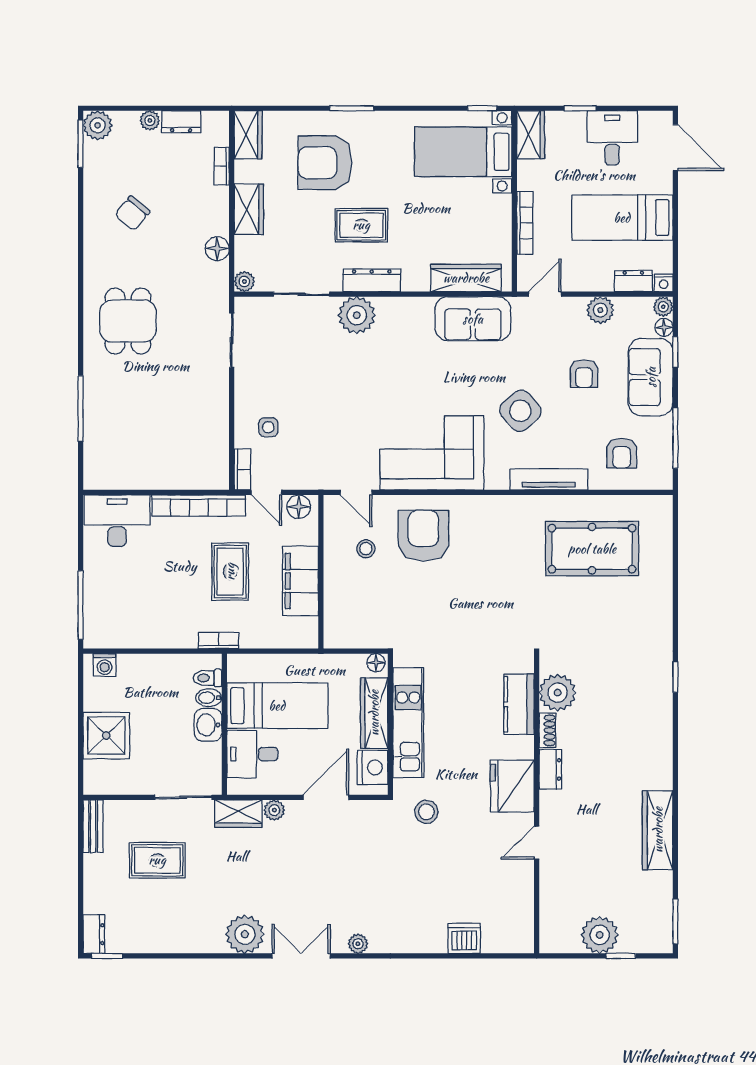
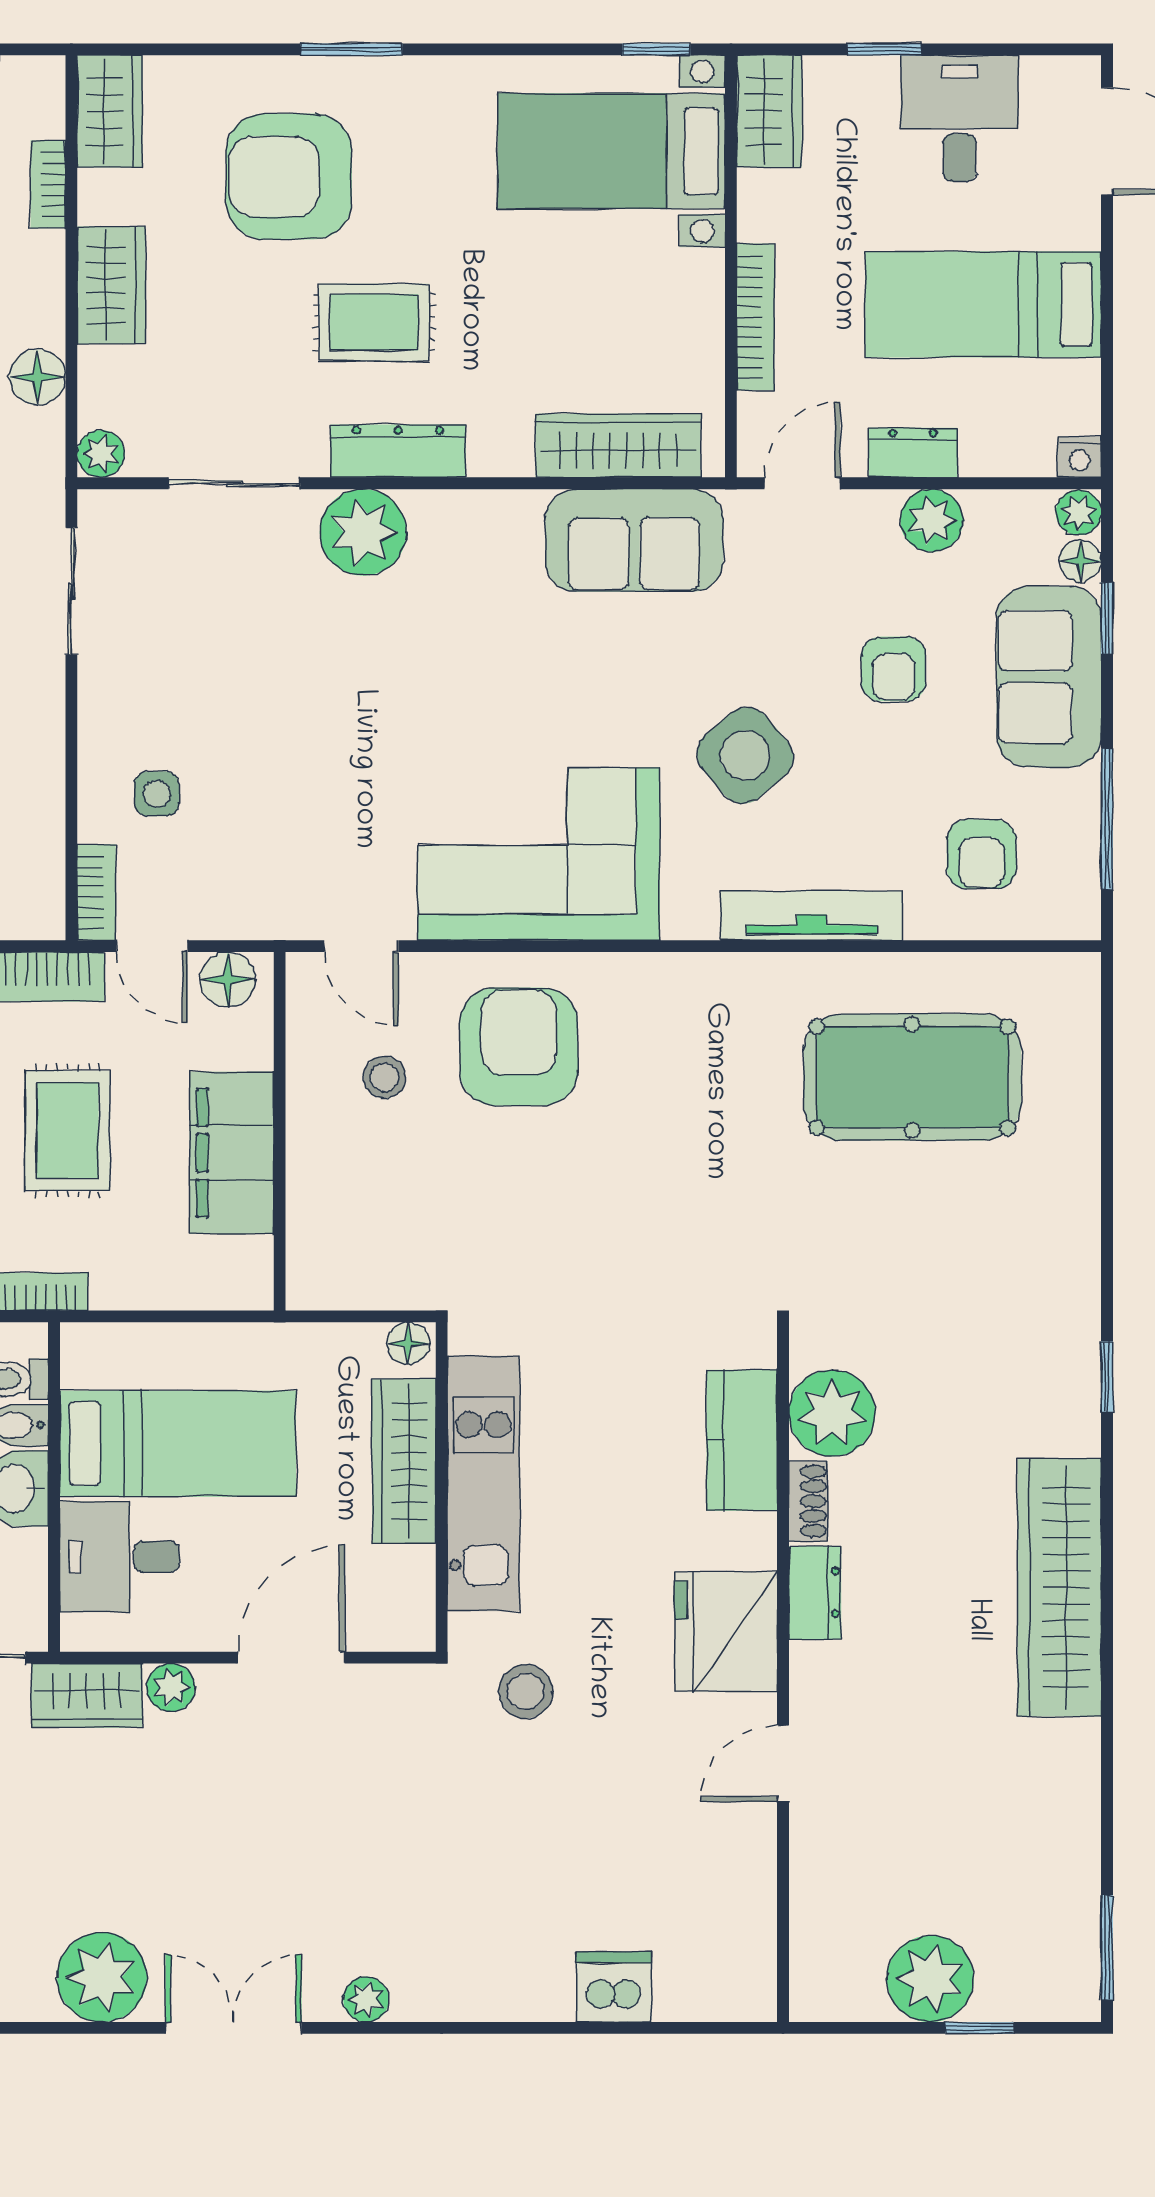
dresser: (633, 281) -> (913, 453), moved
nightstand: (373, 767) -> (400, 1588), removed
wardrobe: (658, 830) -> (1059, 1587), moved, width x1.40, depth x1.17

